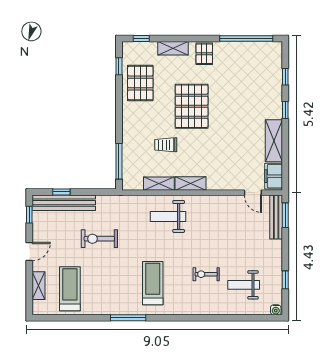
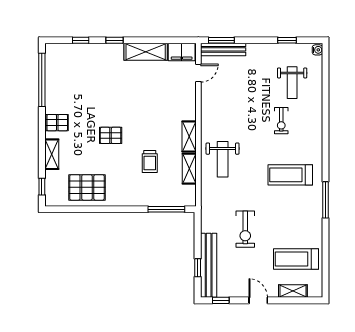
window: (119, 66) -> (70, 209), removed
pallet: (192, 106) -> (111, 135), width x0.49, depth x0.50

